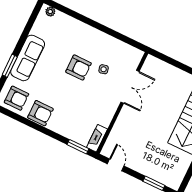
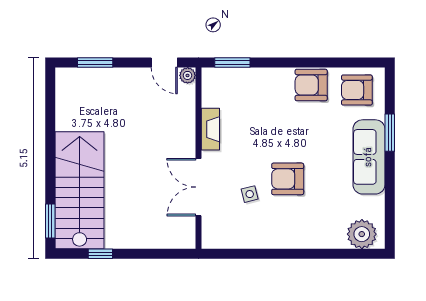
plant: (50, 12) -> (362, 234), width x1.87, depth x1.87
fireplace: (97, 138) -> (210, 129), moved
plant: (106, 151) -> (188, 75), added

